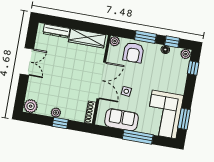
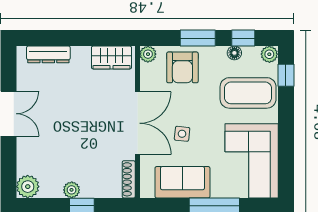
wardrobe: (87, 38) -> (111, 57), width x0.67
coffee table: (169, 74) -> (248, 93), added
window: (184, 119) -> (286, 162), removed

